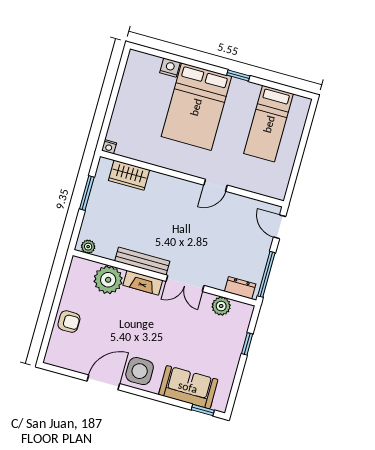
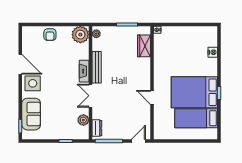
bed: (196, 107) -> (194, 92), moved
plant: (108, 280) -> (80, 35), moved

